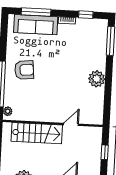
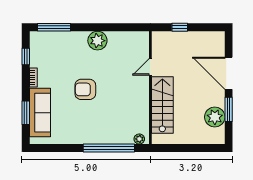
window: (36, 12) -> (26, 113), width x0.69
armchair: (24, 70) -> (85, 89), moved, turned -84
door: (71, 124) -> (150, 67), hinge flipped

